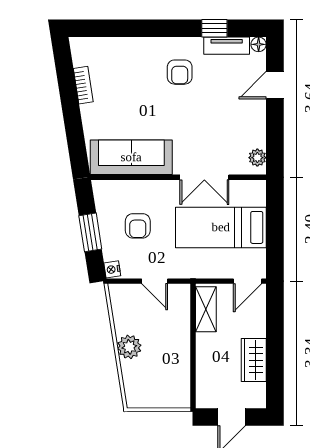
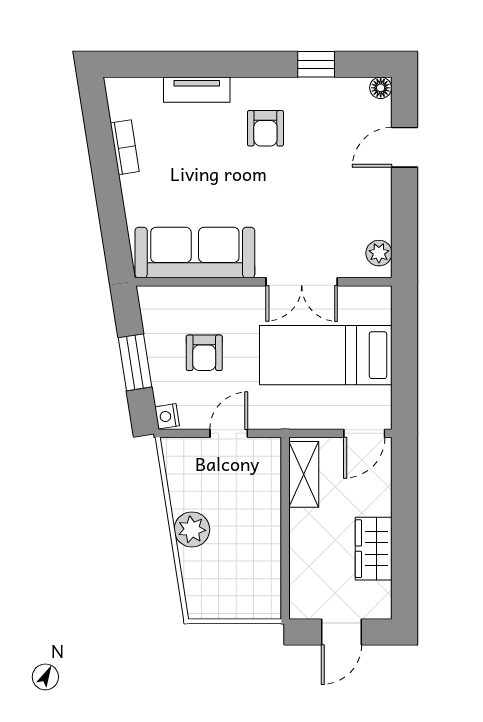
tv unit: (227, 46) -> (197, 90), moved
door: (155, 281) -> (229, 433), swing flipped

